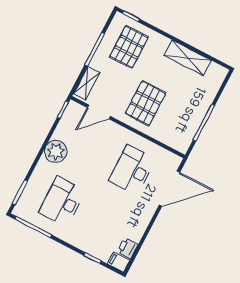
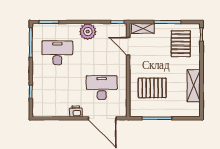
pallet: (129, 47) -> (181, 44), turned 90
pallet: (146, 103) -> (152, 88), moved
printer: (128, 248) -> (76, 111), moved
filing cabinet: (119, 262) -> (37, 110), removed

